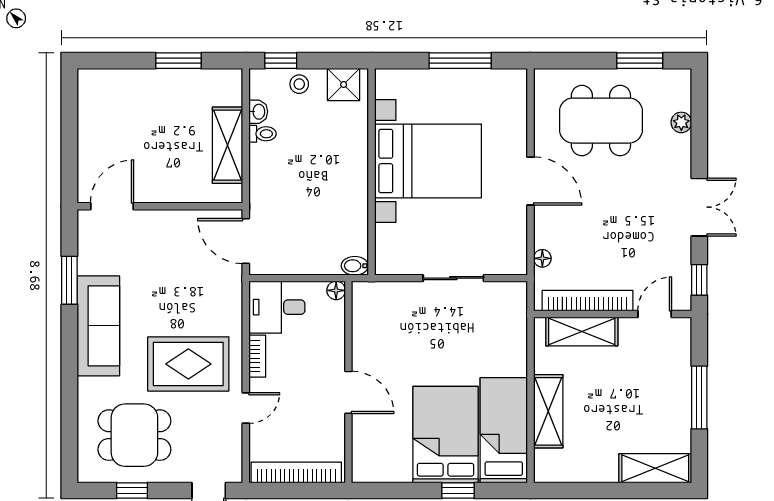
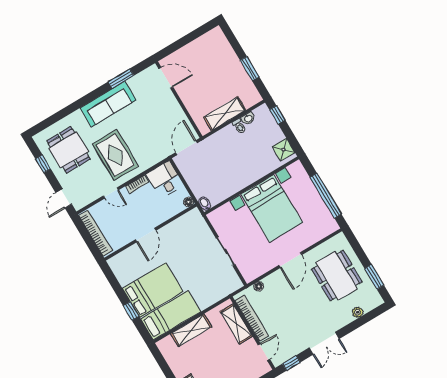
window: (460, 61) -> (326, 196), width x1.46
stool: (299, 84) -> (272, 129), removed
door: (655, 314) -> (264, 352), hinge flipped

